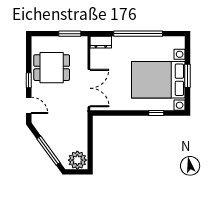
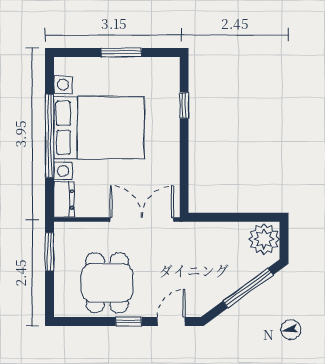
bed with nightstands: (158, 80) -> (99, 128), moved, turned -90

